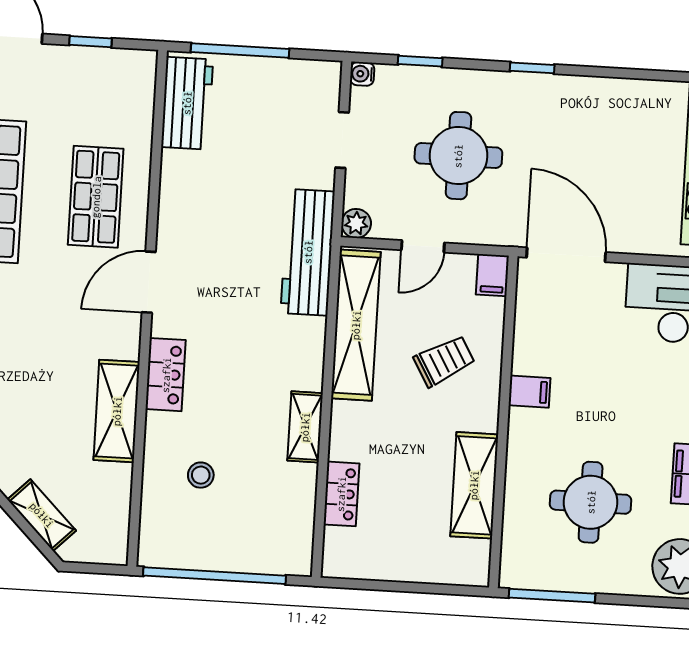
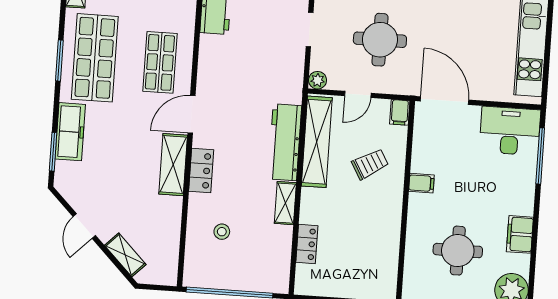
workbench: (308, 252) -> (285, 142), moved
shelving: (117, 411) -> (173, 165), moved
shelving: (474, 485) -> (387, 240), removed

